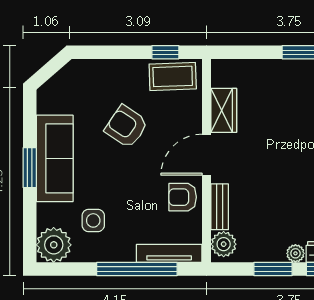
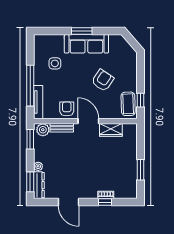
plant: (54, 245) -> (42, 43), removed
window: (273, 269) -> (30, 139), moved

